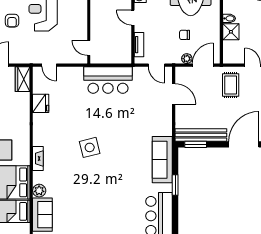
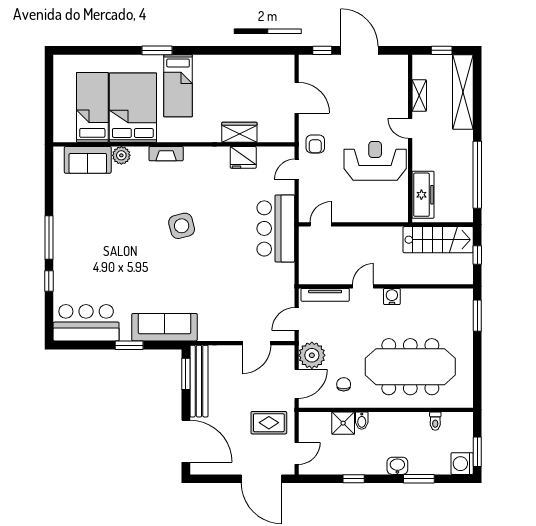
armchair: (12, 21) -> (315, 144), moved, turned -90
chair: (185, 35) -> (344, 384), moved
tv unit: (139, 45) -> (325, 295), width x1.41
plant: (187, 59) -> (312, 355), width x1.87, depth x1.87
door: (203, 65) -> (297, 384), hinge flipped
wardrobe: (23, 79) -> (239, 132), moved
bar counter: (108, 80) -> (276, 228), moved

